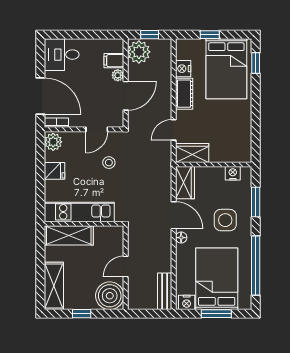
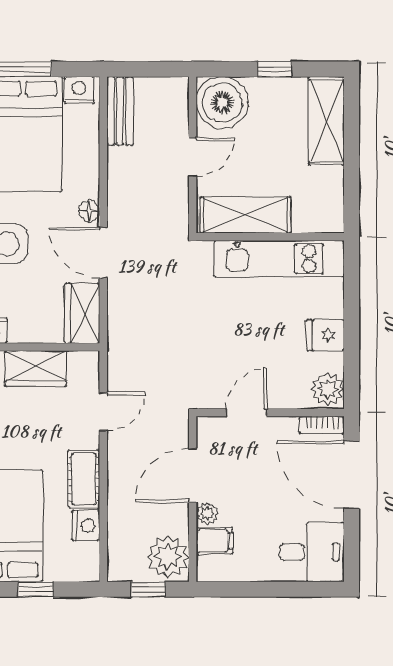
wardrobe: (192, 153) -> (36, 369), moved
stool: (109, 163) -> (224, 351), removed
shelving: (69, 235) -> (245, 215), moved

